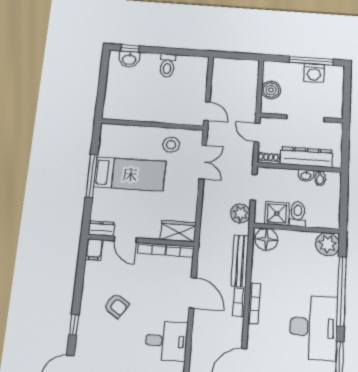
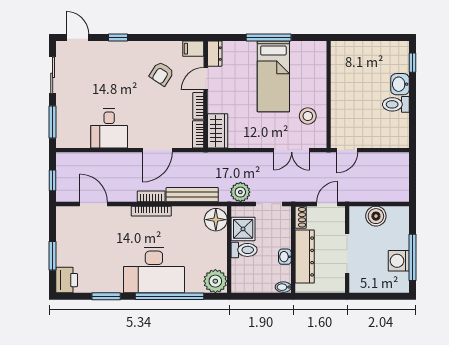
washbasin: (129, 59) -> (400, 84), moved
bidet: (320, 178) -> (283, 287), moved
armchair: (117, 306) -> (162, 74), moved
desk: (313, 328) -> (154, 270), moved

